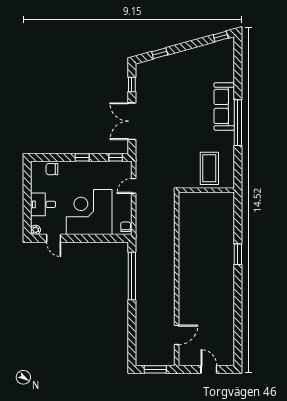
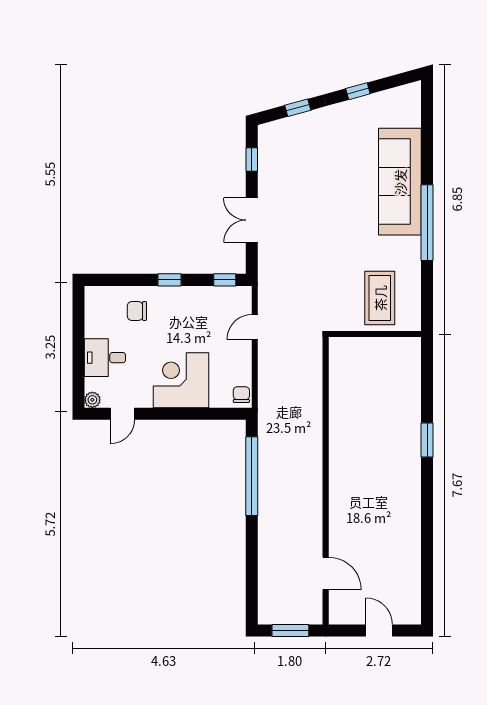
window: (221, 36) -> (358, 91), moved
sofa: (224, 106) -> (400, 182), width x1.36, depth x1.27
double door: (132, 121) -> (252, 220), width x0.73
chair: (52, 169) -> (137, 311), moved
corner desk: (89, 212) -> (181, 380), width x0.74, depth x0.74
door: (54, 238) -> (122, 414), hinge flipped
door: (177, 335) -> (326, 573), hinge flipped

